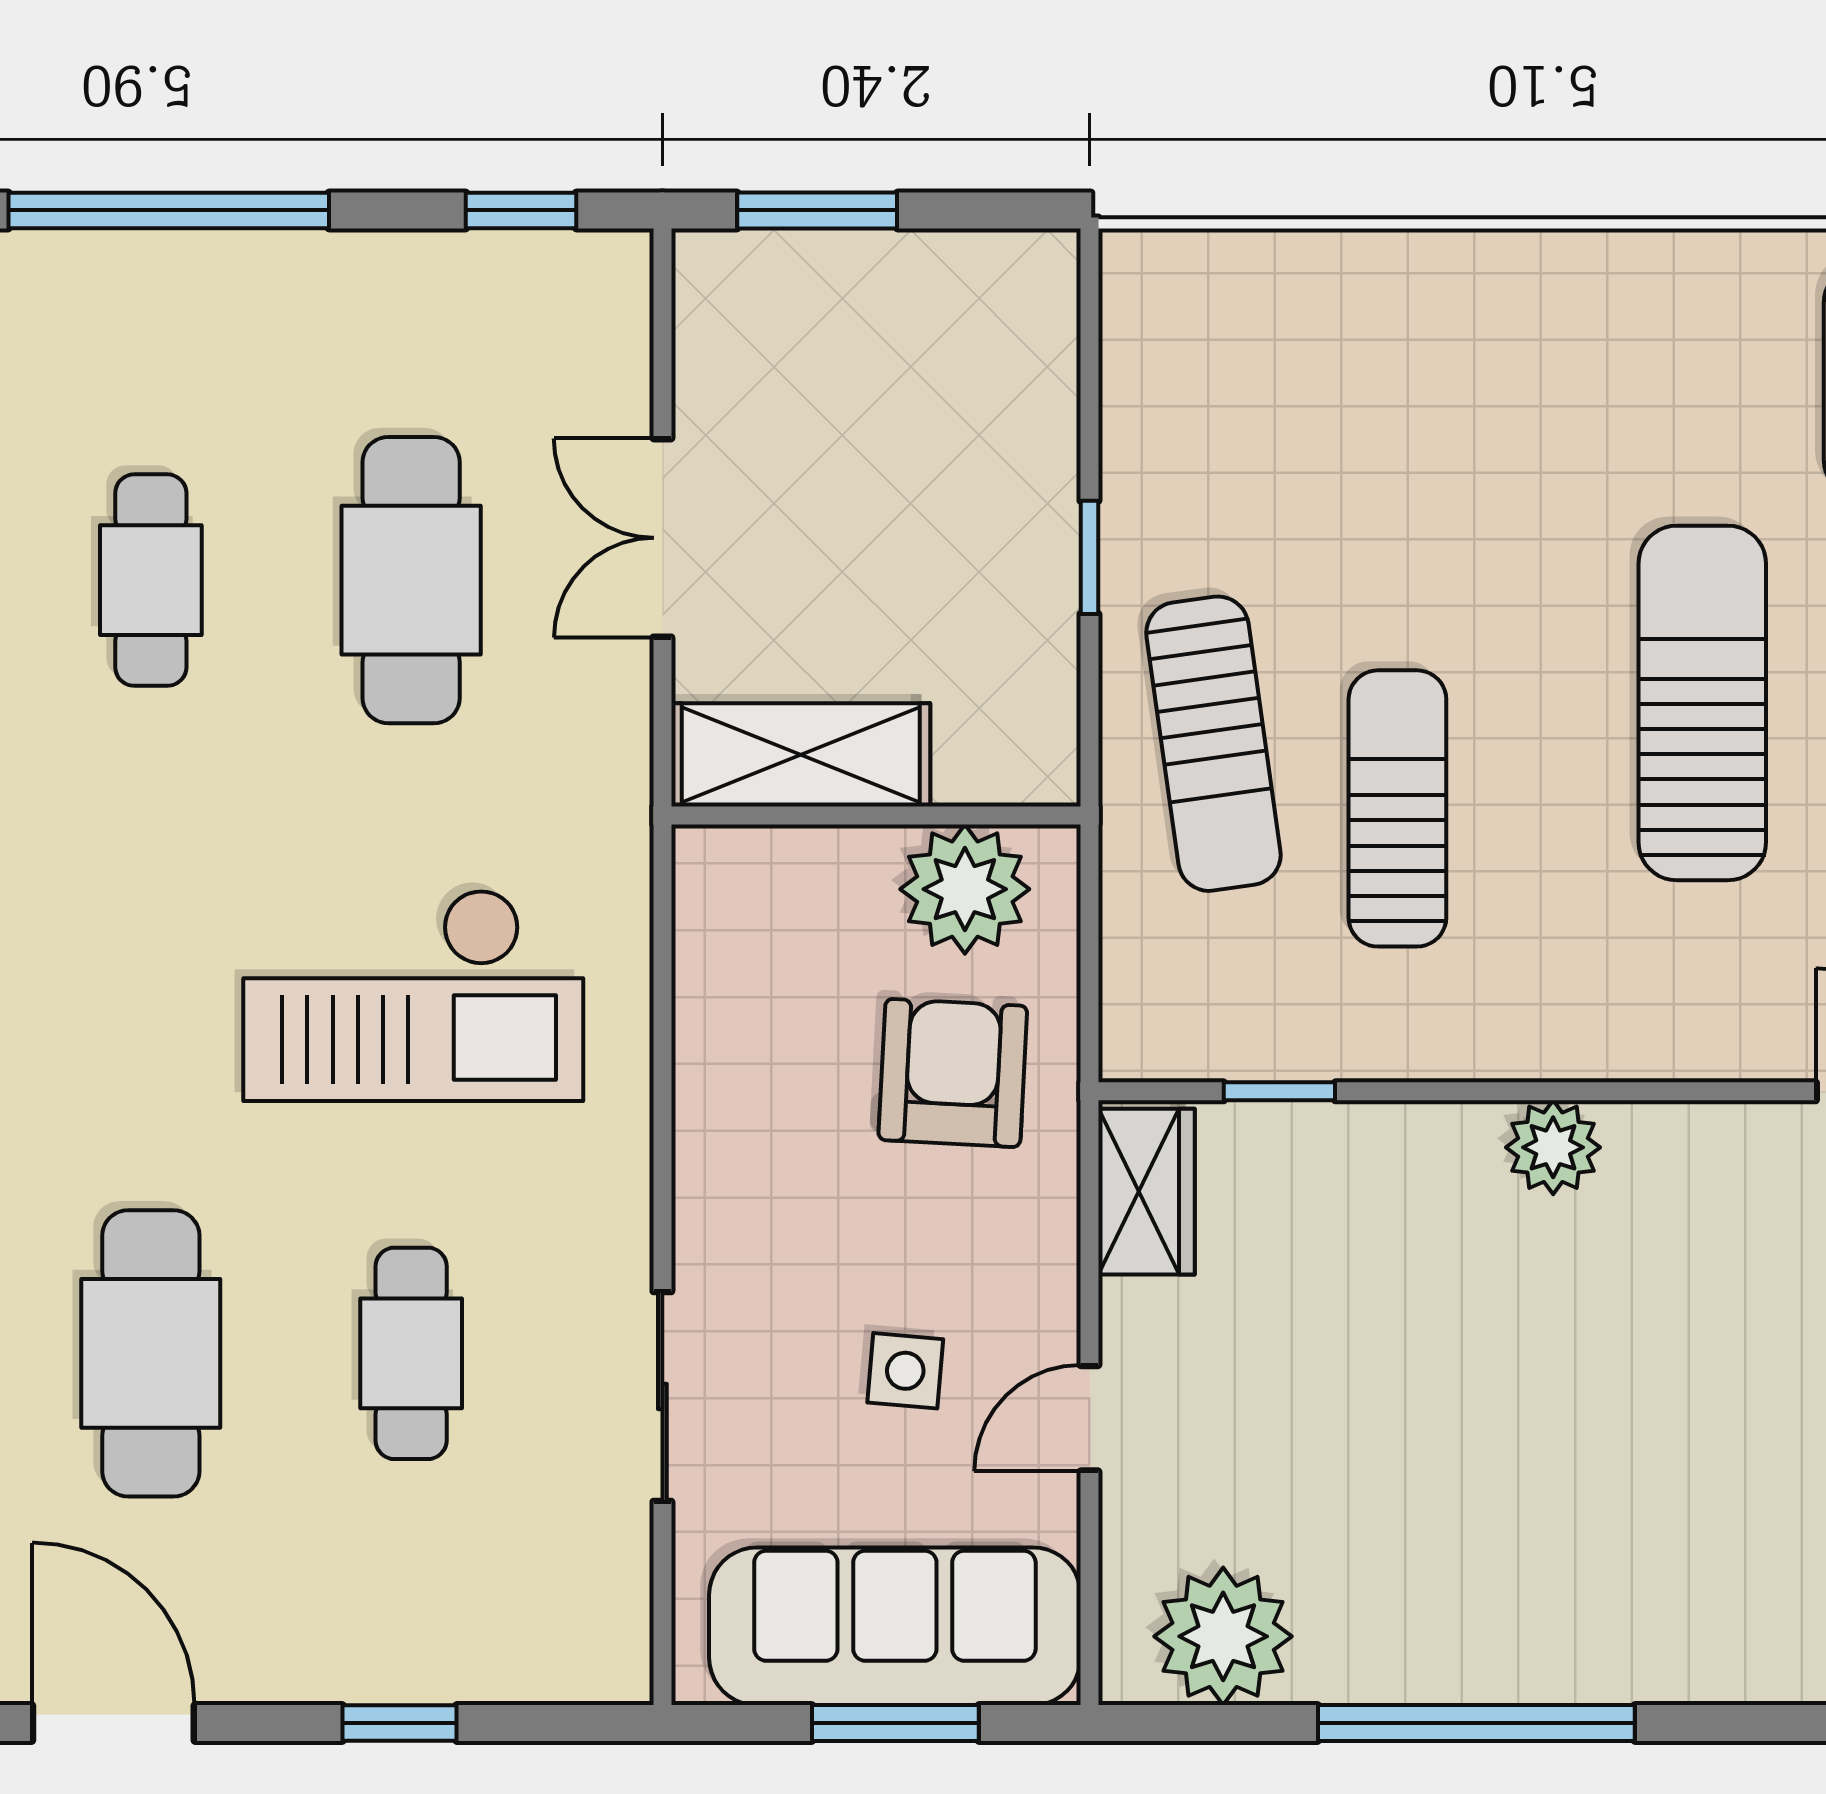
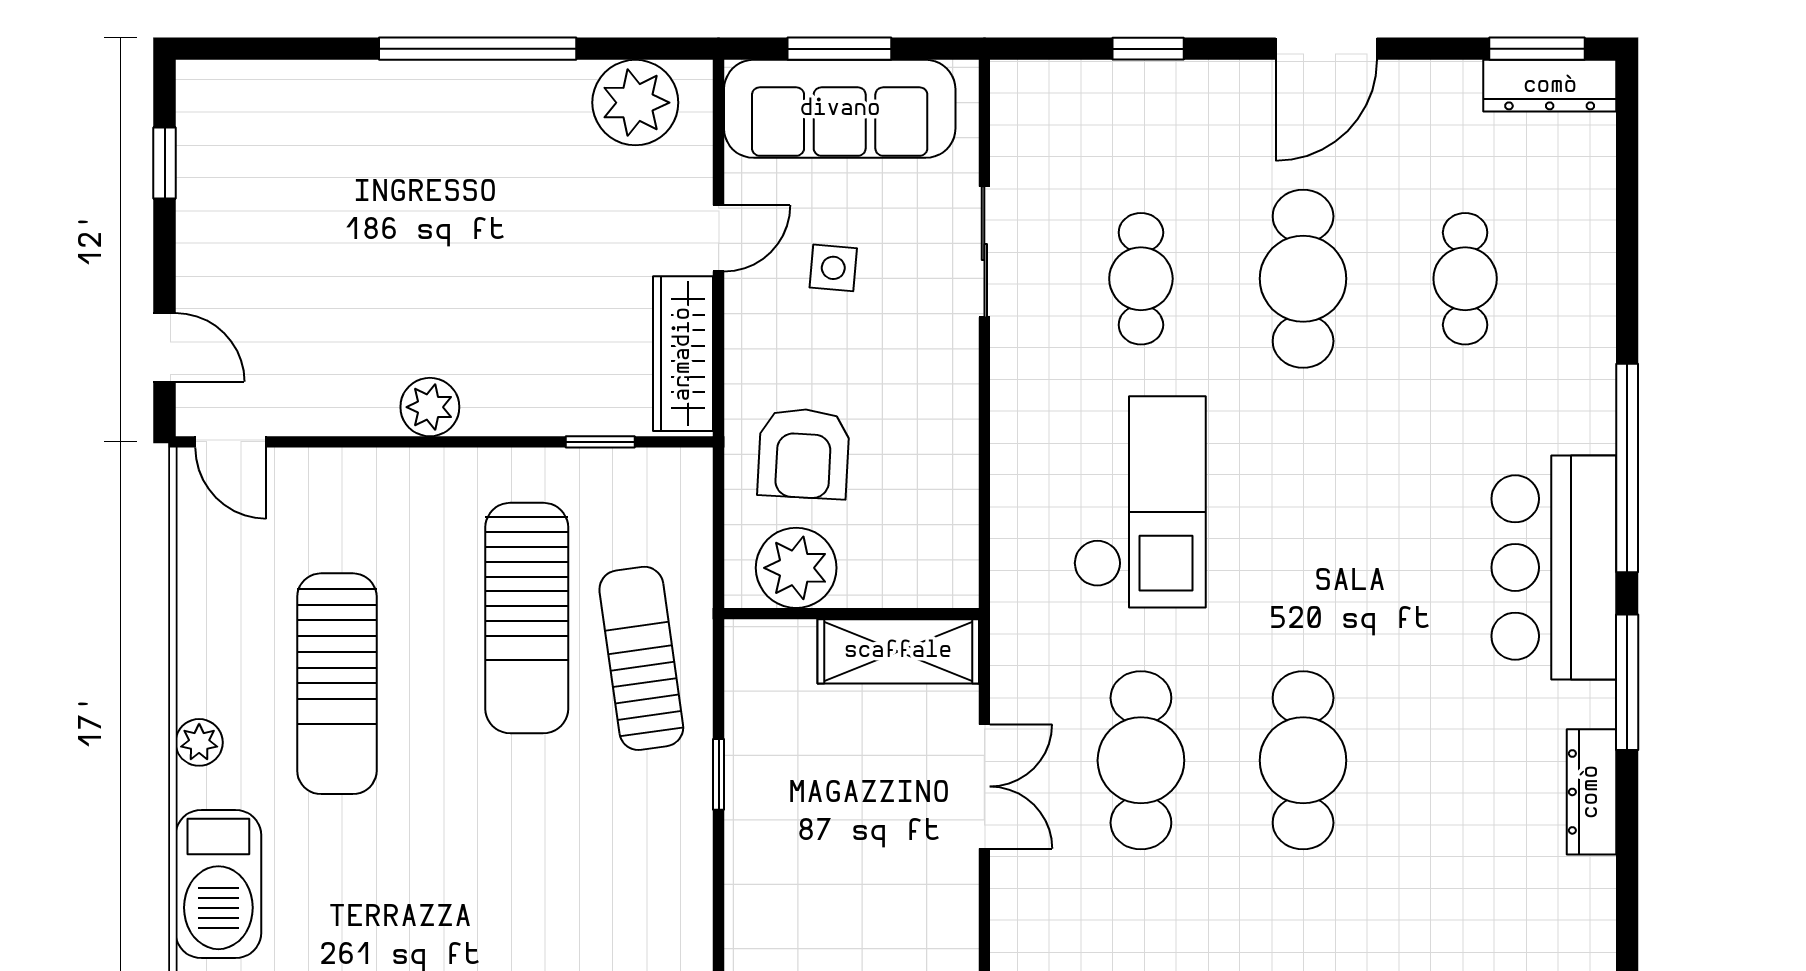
cafe table: (151, 580) -> (1303, 760), width x1.37, depth x1.35
sun lounger: (1397, 808) -> (527, 618), width x1.36, depth x1.34
checkout: (413, 995) -> (1140, 502), turned 90
wardrobe: (1146, 1192) -> (683, 354), width x1.50
door: (113, 1723) -> (1326, 49), hinge flipped

